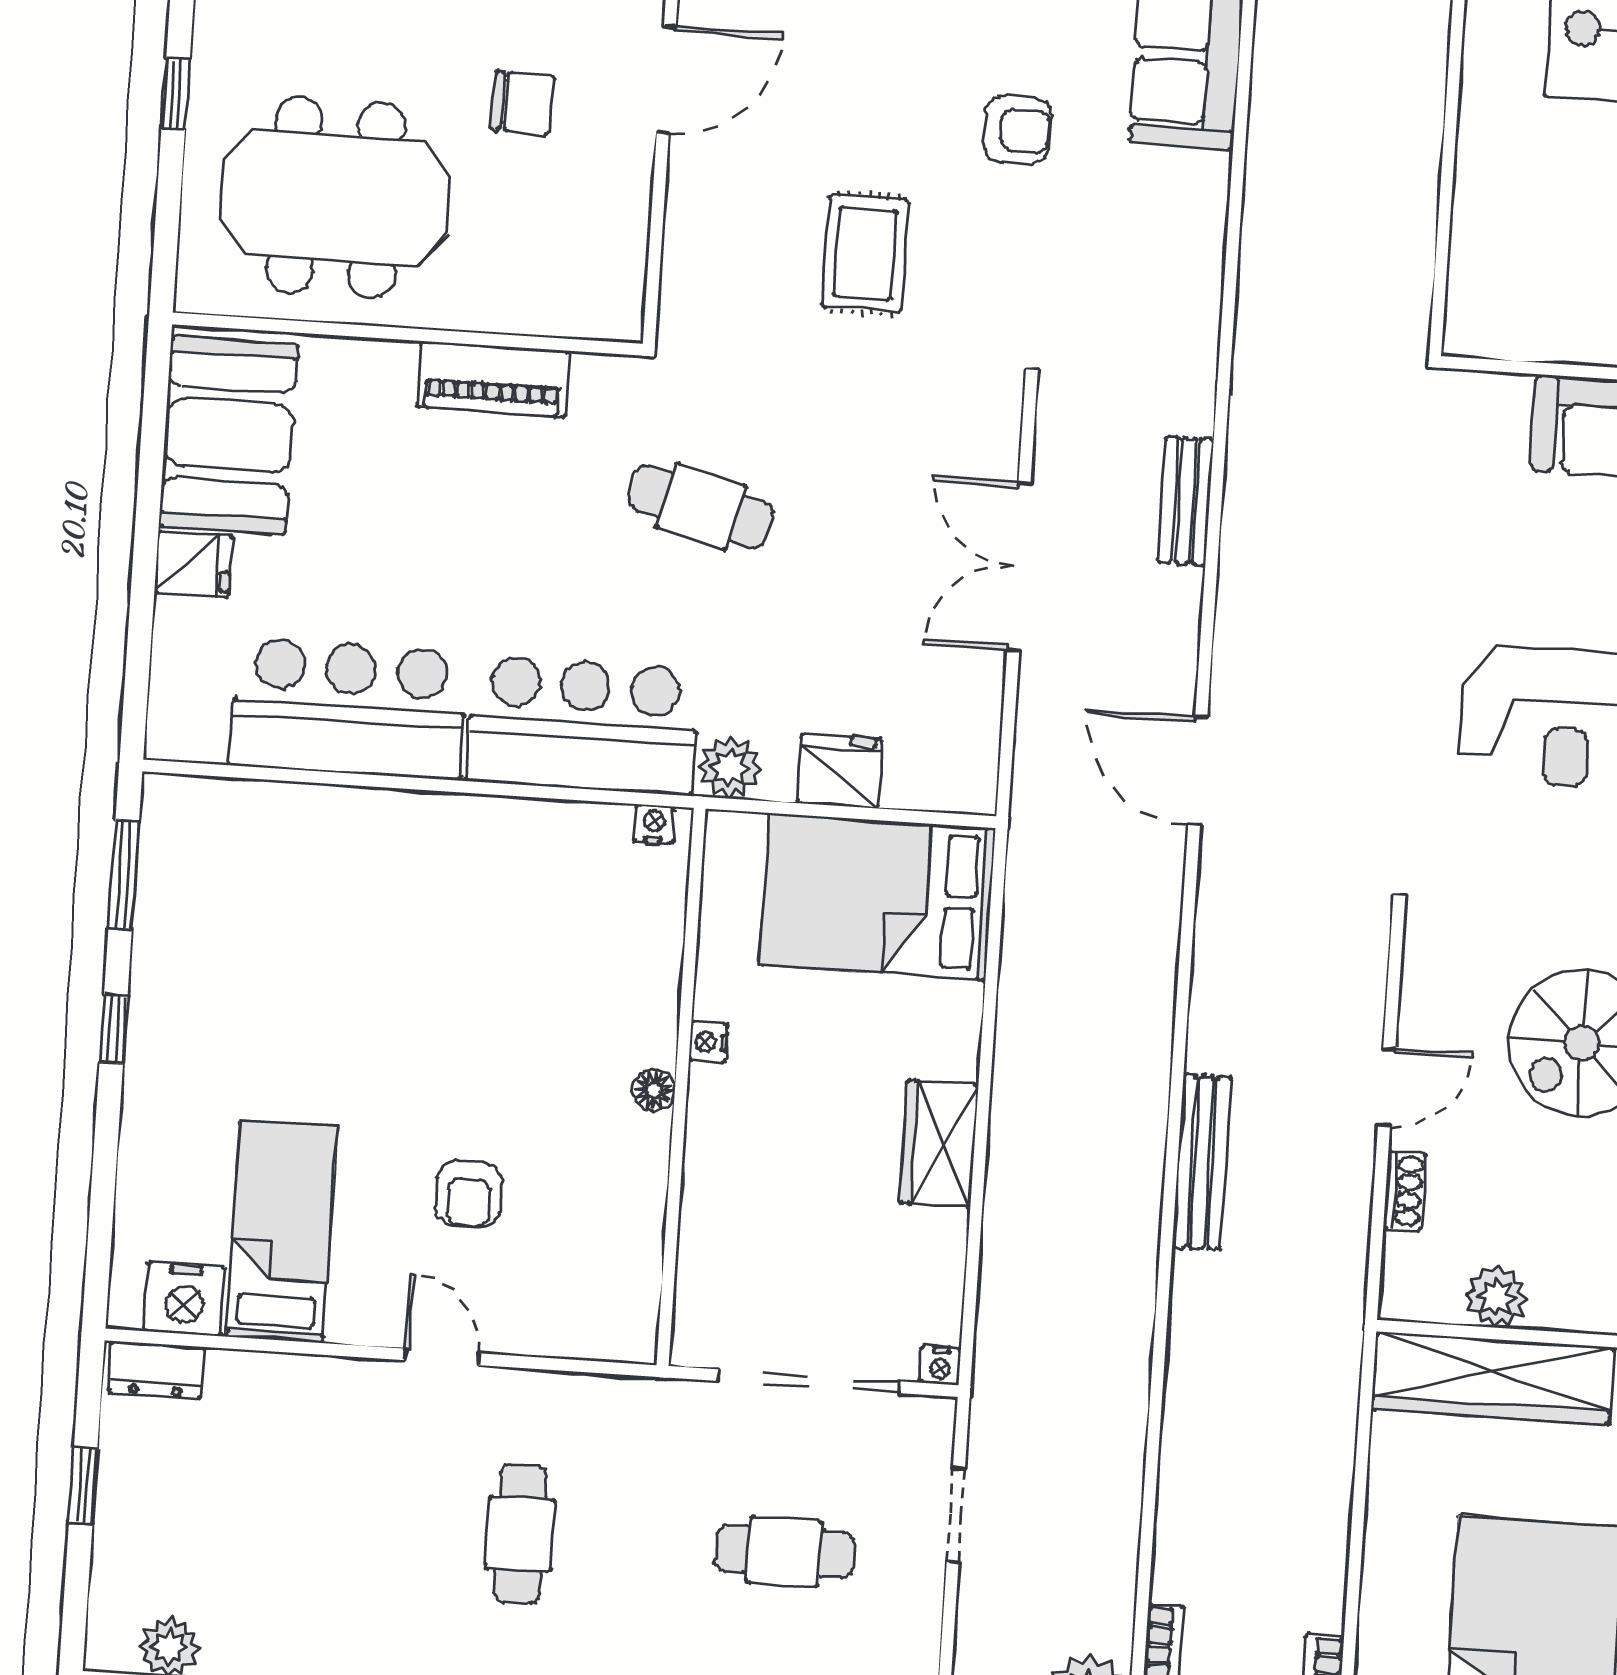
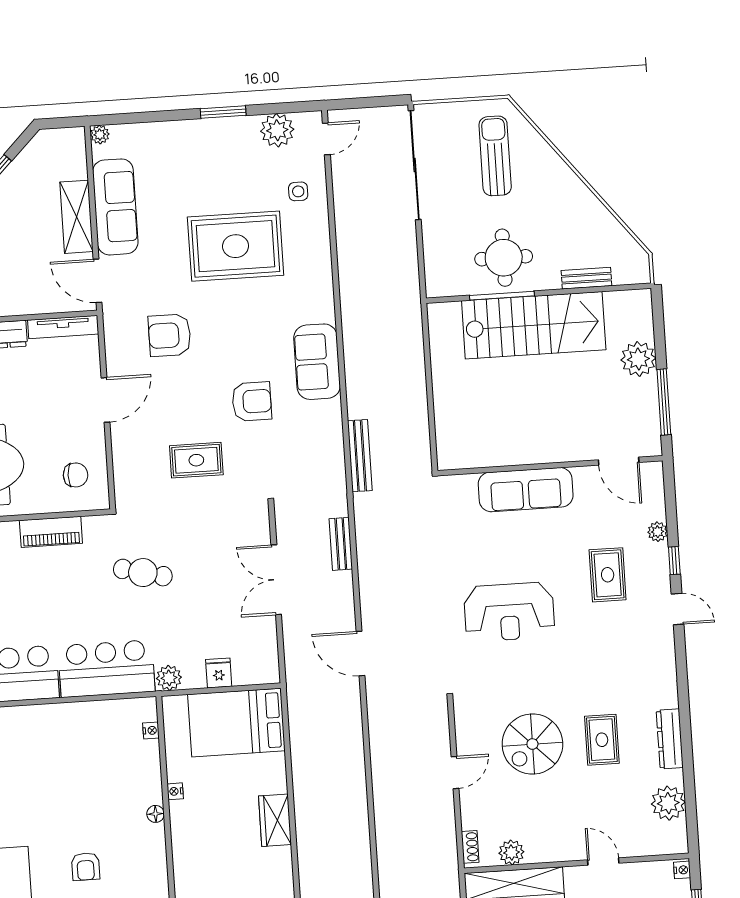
chair: (522, 103) -> (76, 475), moved
armchair: (1017, 130) -> (252, 401), width x1.38, depth x1.38
rug: (865, 254) -> (196, 460), turned 90
fridge: (840, 771) -> (219, 673), width x0.72
nightstand: (654, 824) -> (151, 730), moved, turned 90
bench: (1202, 1162) -> (360, 456), moved
shoe rack: (1404, 1191) -> (470, 847), moved

